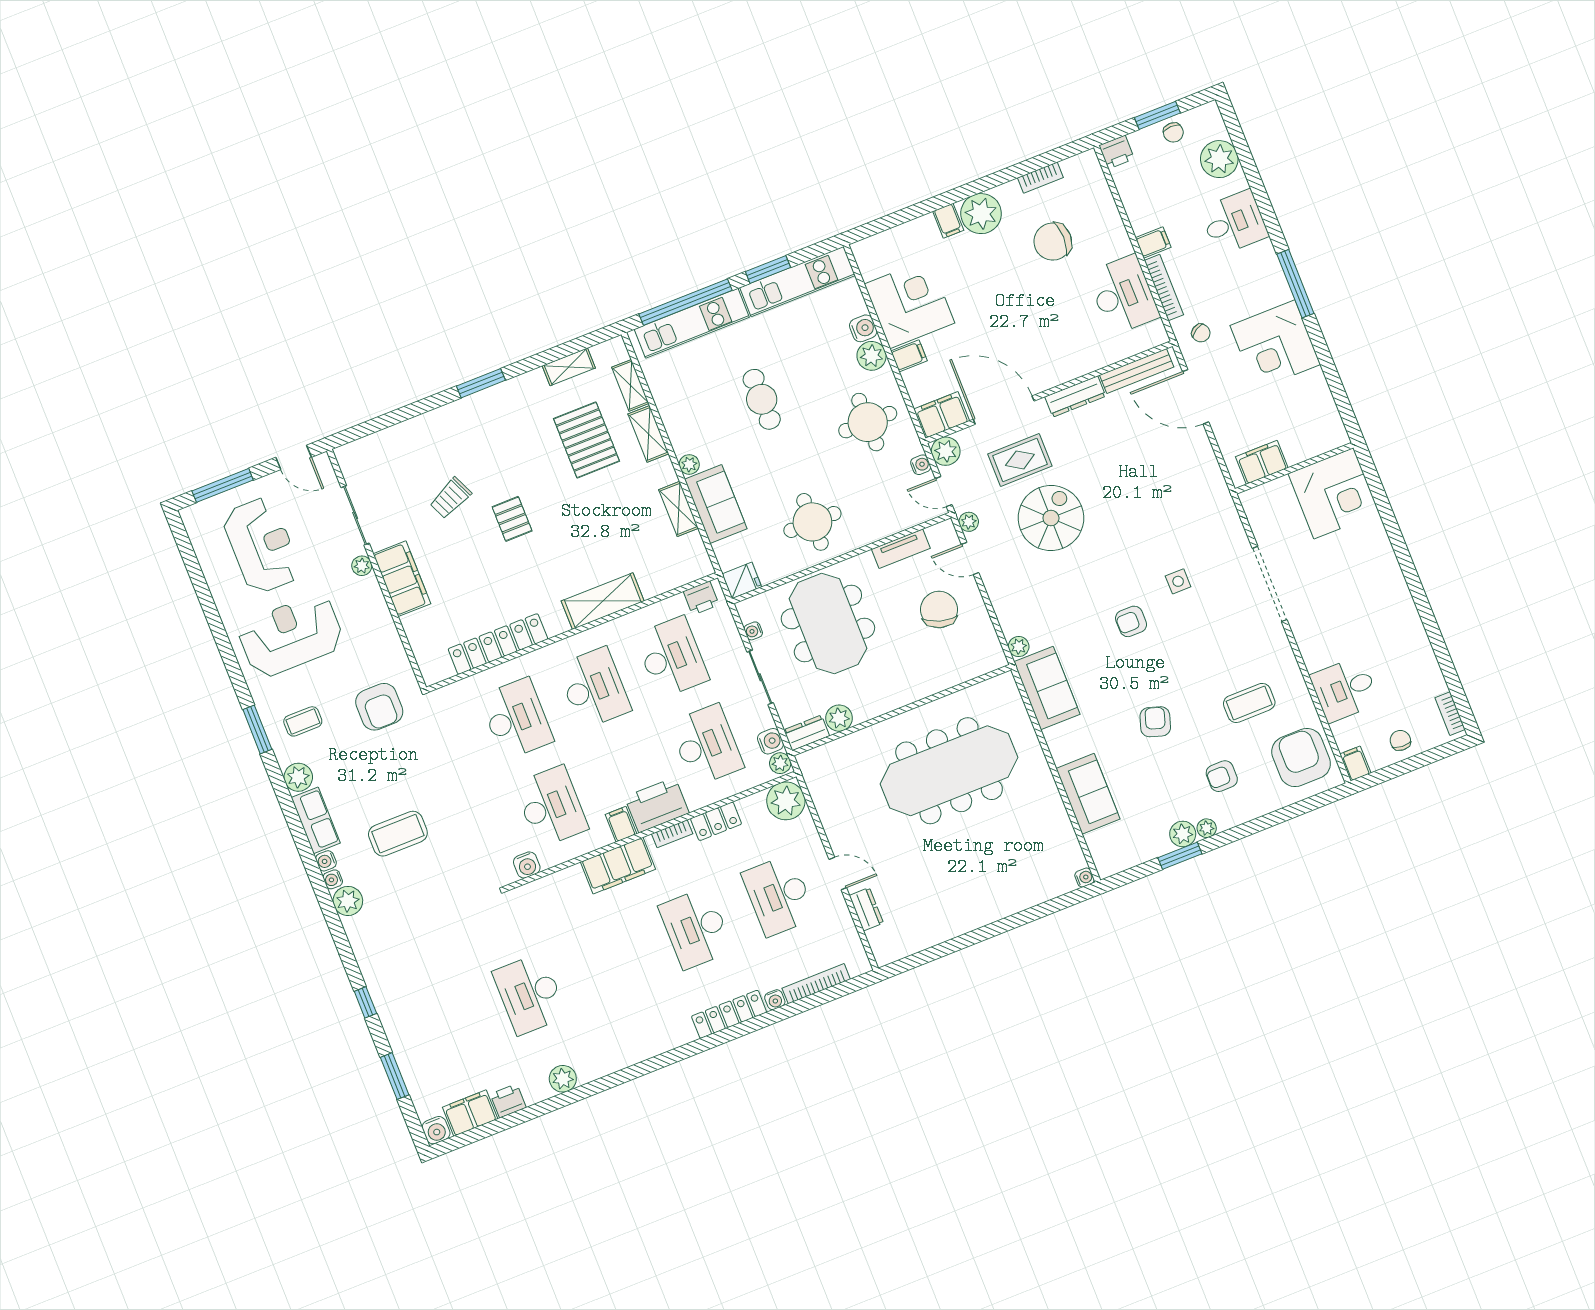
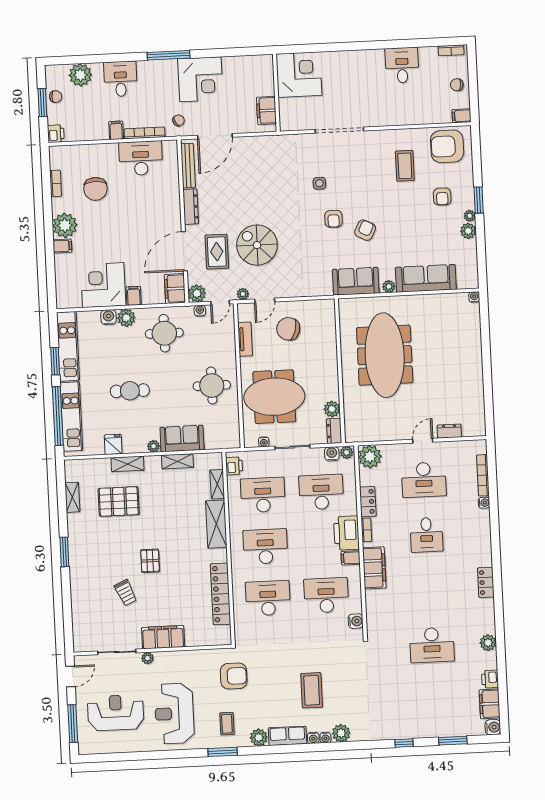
shelving: (630, 385) -> (217, 484), moved, turned 90
pallet: (512, 519) -> (150, 561), turned 90
fridge: (742, 580) -> (113, 444), moved
plant: (1019, 647) -> (389, 287), moved
desk: (1345, 689) -> (402, 65), moved, turned 180
armchair: (1155, 722) -> (365, 230), moved, turned 99
sofa: (1088, 794) -> (426, 278), width x1.36
window: (1180, 856) -> (479, 200), moved
desk: (696, 928) -> (426, 535), width x0.73
locker: (729, 1014) -> (486, 582), moved, width x0.66

